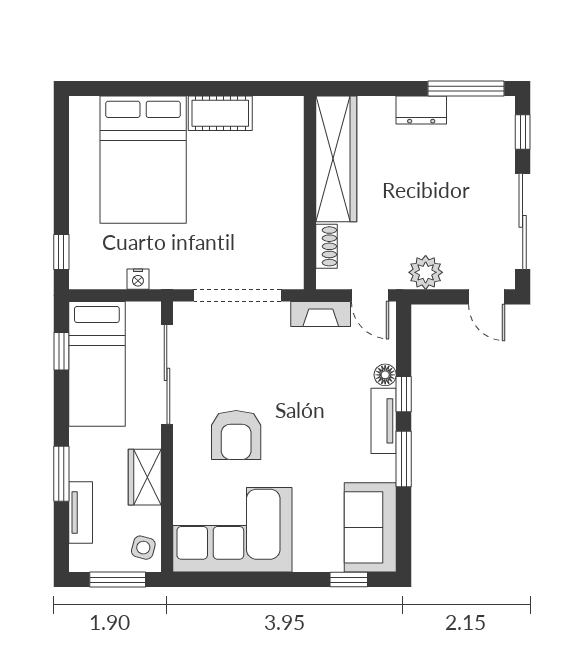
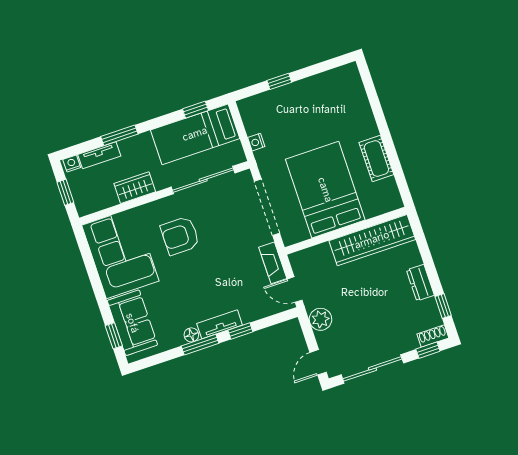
window: (466, 89) -> (443, 306), width x0.46
bed: (143, 160) -> (325, 190), moved, turned 90
shoe rack: (327, 246) -> (433, 336), moved, turned 180
window: (61, 252) -> (279, 81), moved
door: (370, 295) -> (295, 290), hinge flipped
floor lamp: (385, 375) -> (191, 335), moved
sofa: (370, 527) -> (132, 323), moved, turned 90
side table: (143, 548) -> (91, 202), removed
nightstand: (79, 557) -> (72, 164), added
window: (118, 580) -> (65, 192), width x0.67

